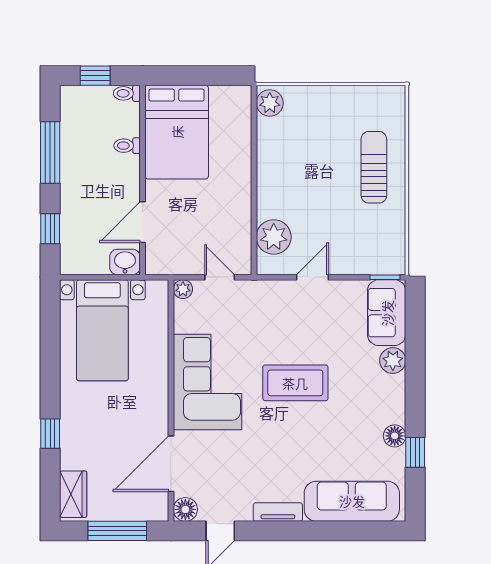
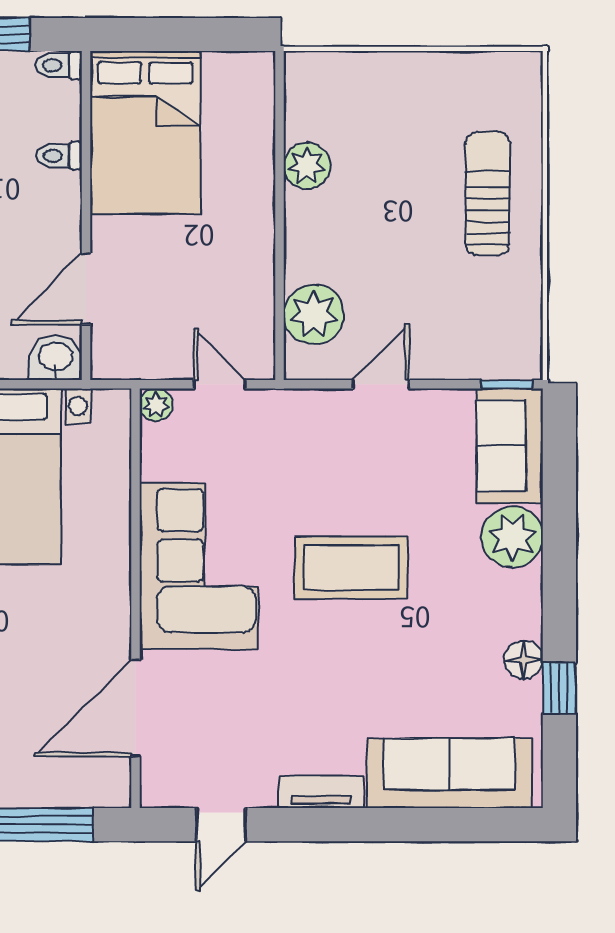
plant: (270, 103) -> (307, 166), moved
plant: (393, 360) -> (512, 537), width x1.36, depth x1.36
floor lamp: (185, 509) -> (160, 787), removed

